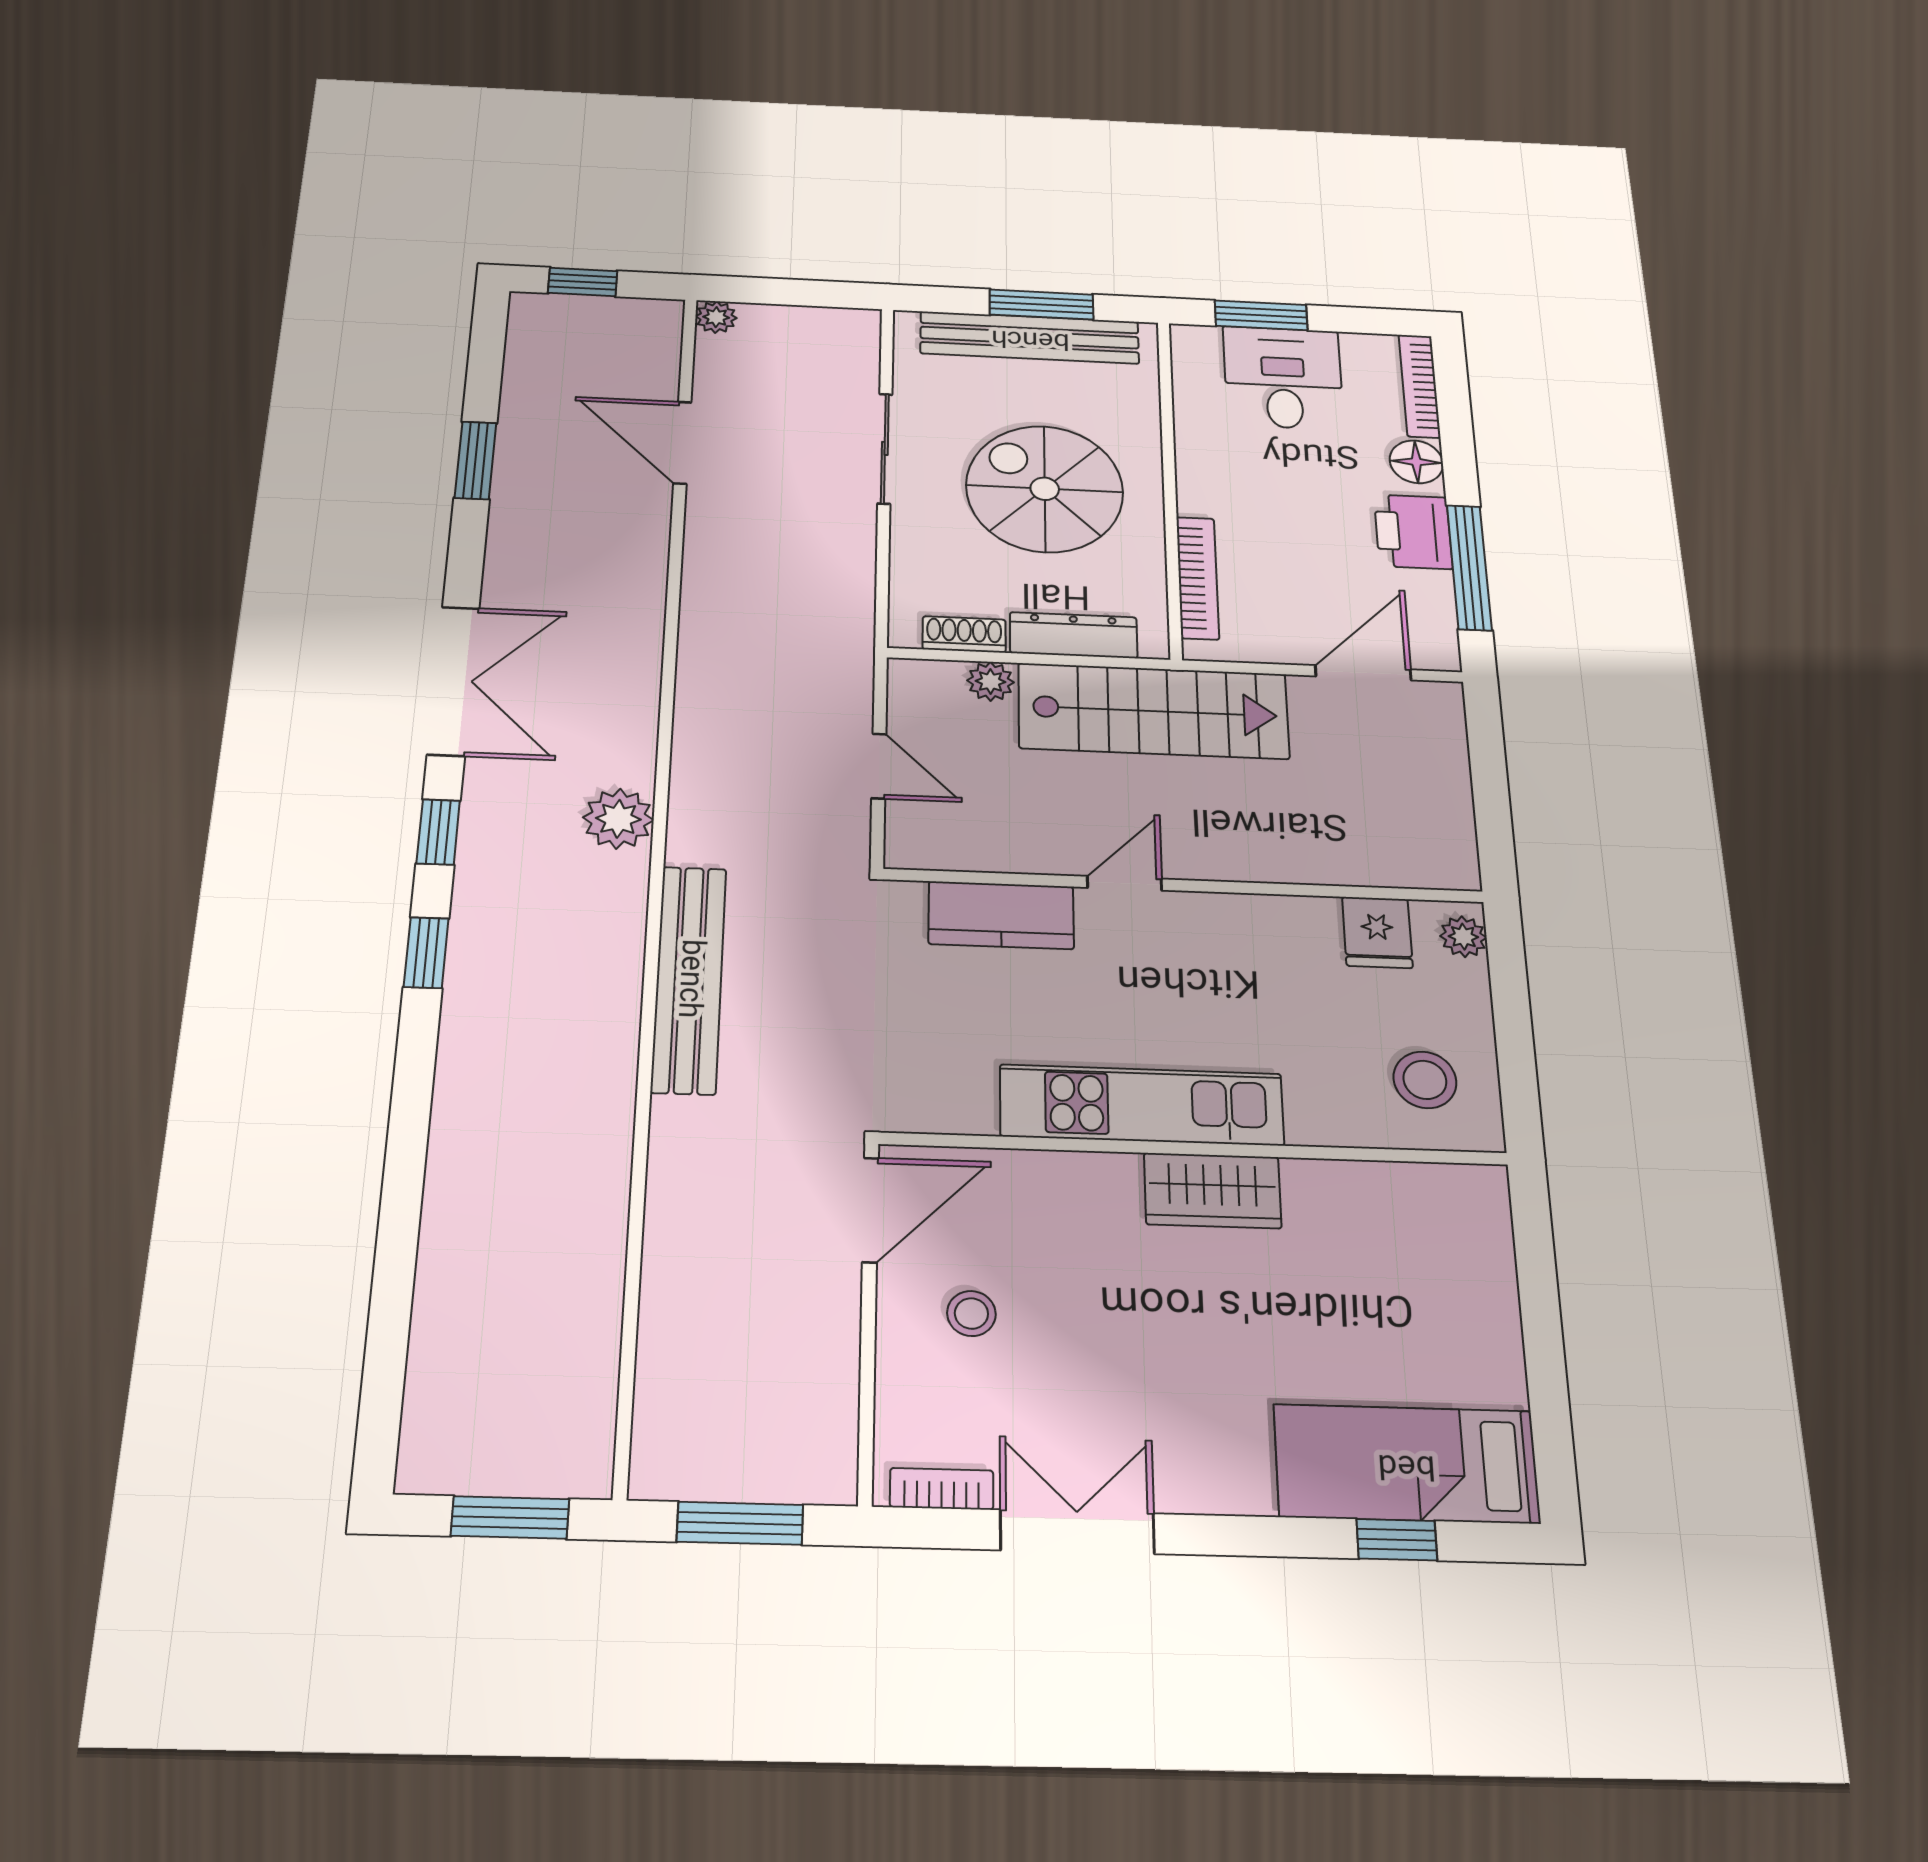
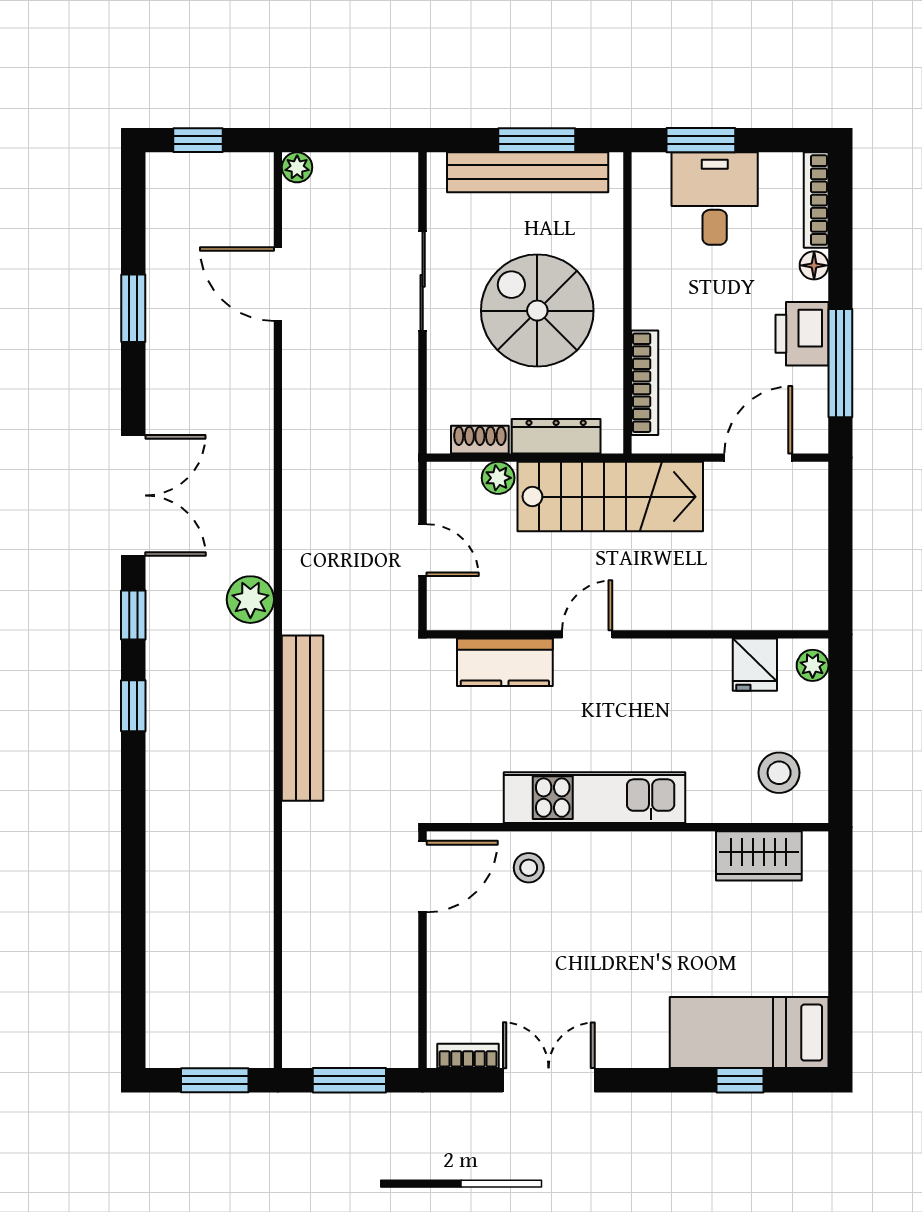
floor lamp: (1416, 462) -> (814, 265), width x0.73, depth x0.73
wardrobe: (1213, 1191) -> (759, 856), moved
stool: (971, 1313) -> (529, 868), moved

